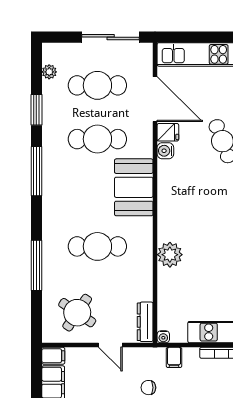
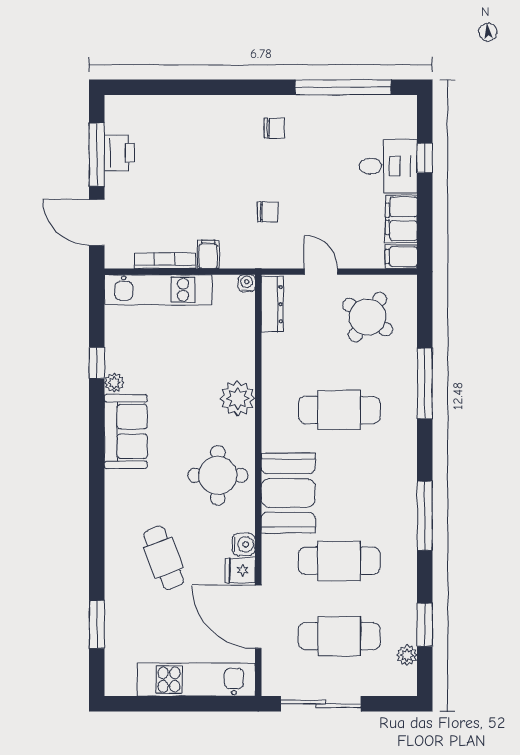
window: (36, 110) -> (425, 625), moved
round table: (184, 200) -> (218, 475), added
filing cabinet: (174, 357) -> (208, 254), moved

